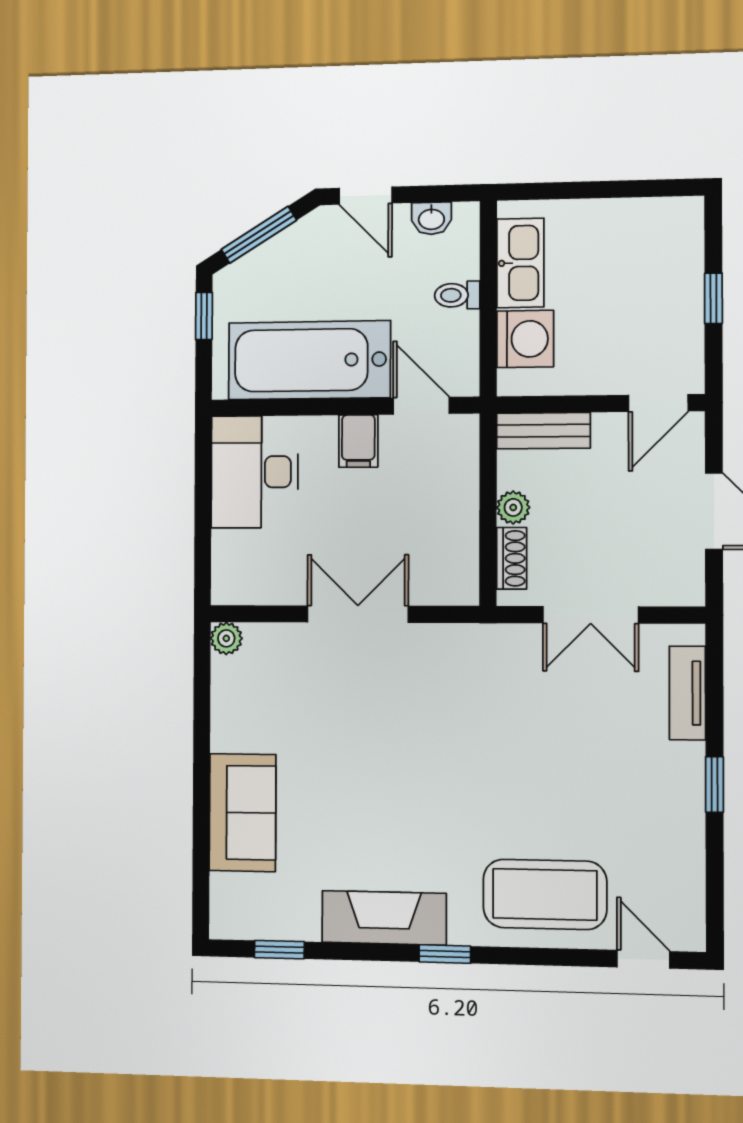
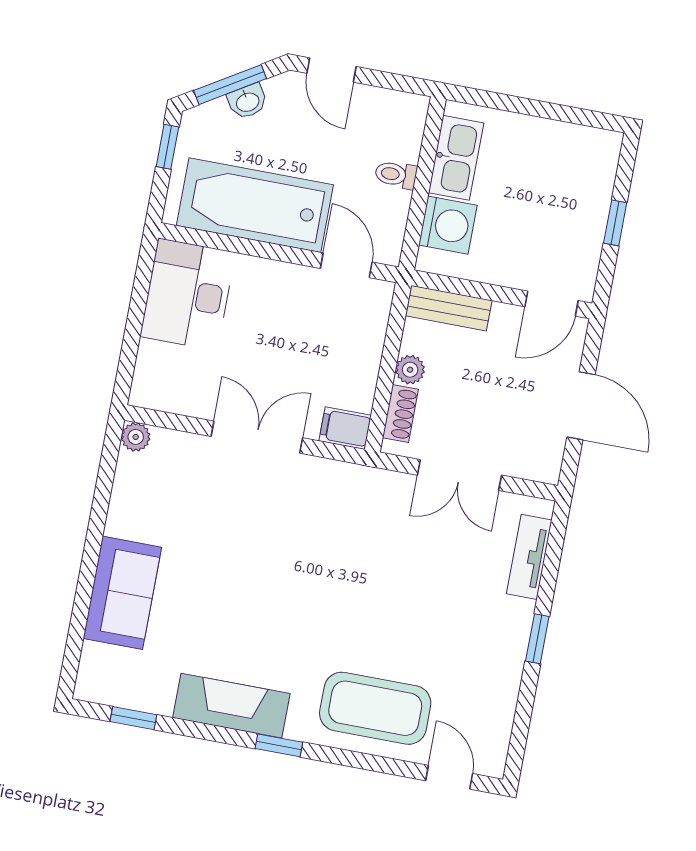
washbasin: (431, 218) -> (247, 101), moved, turned -32
filing cabinet: (358, 441) -> (345, 428), moved, turned 90

